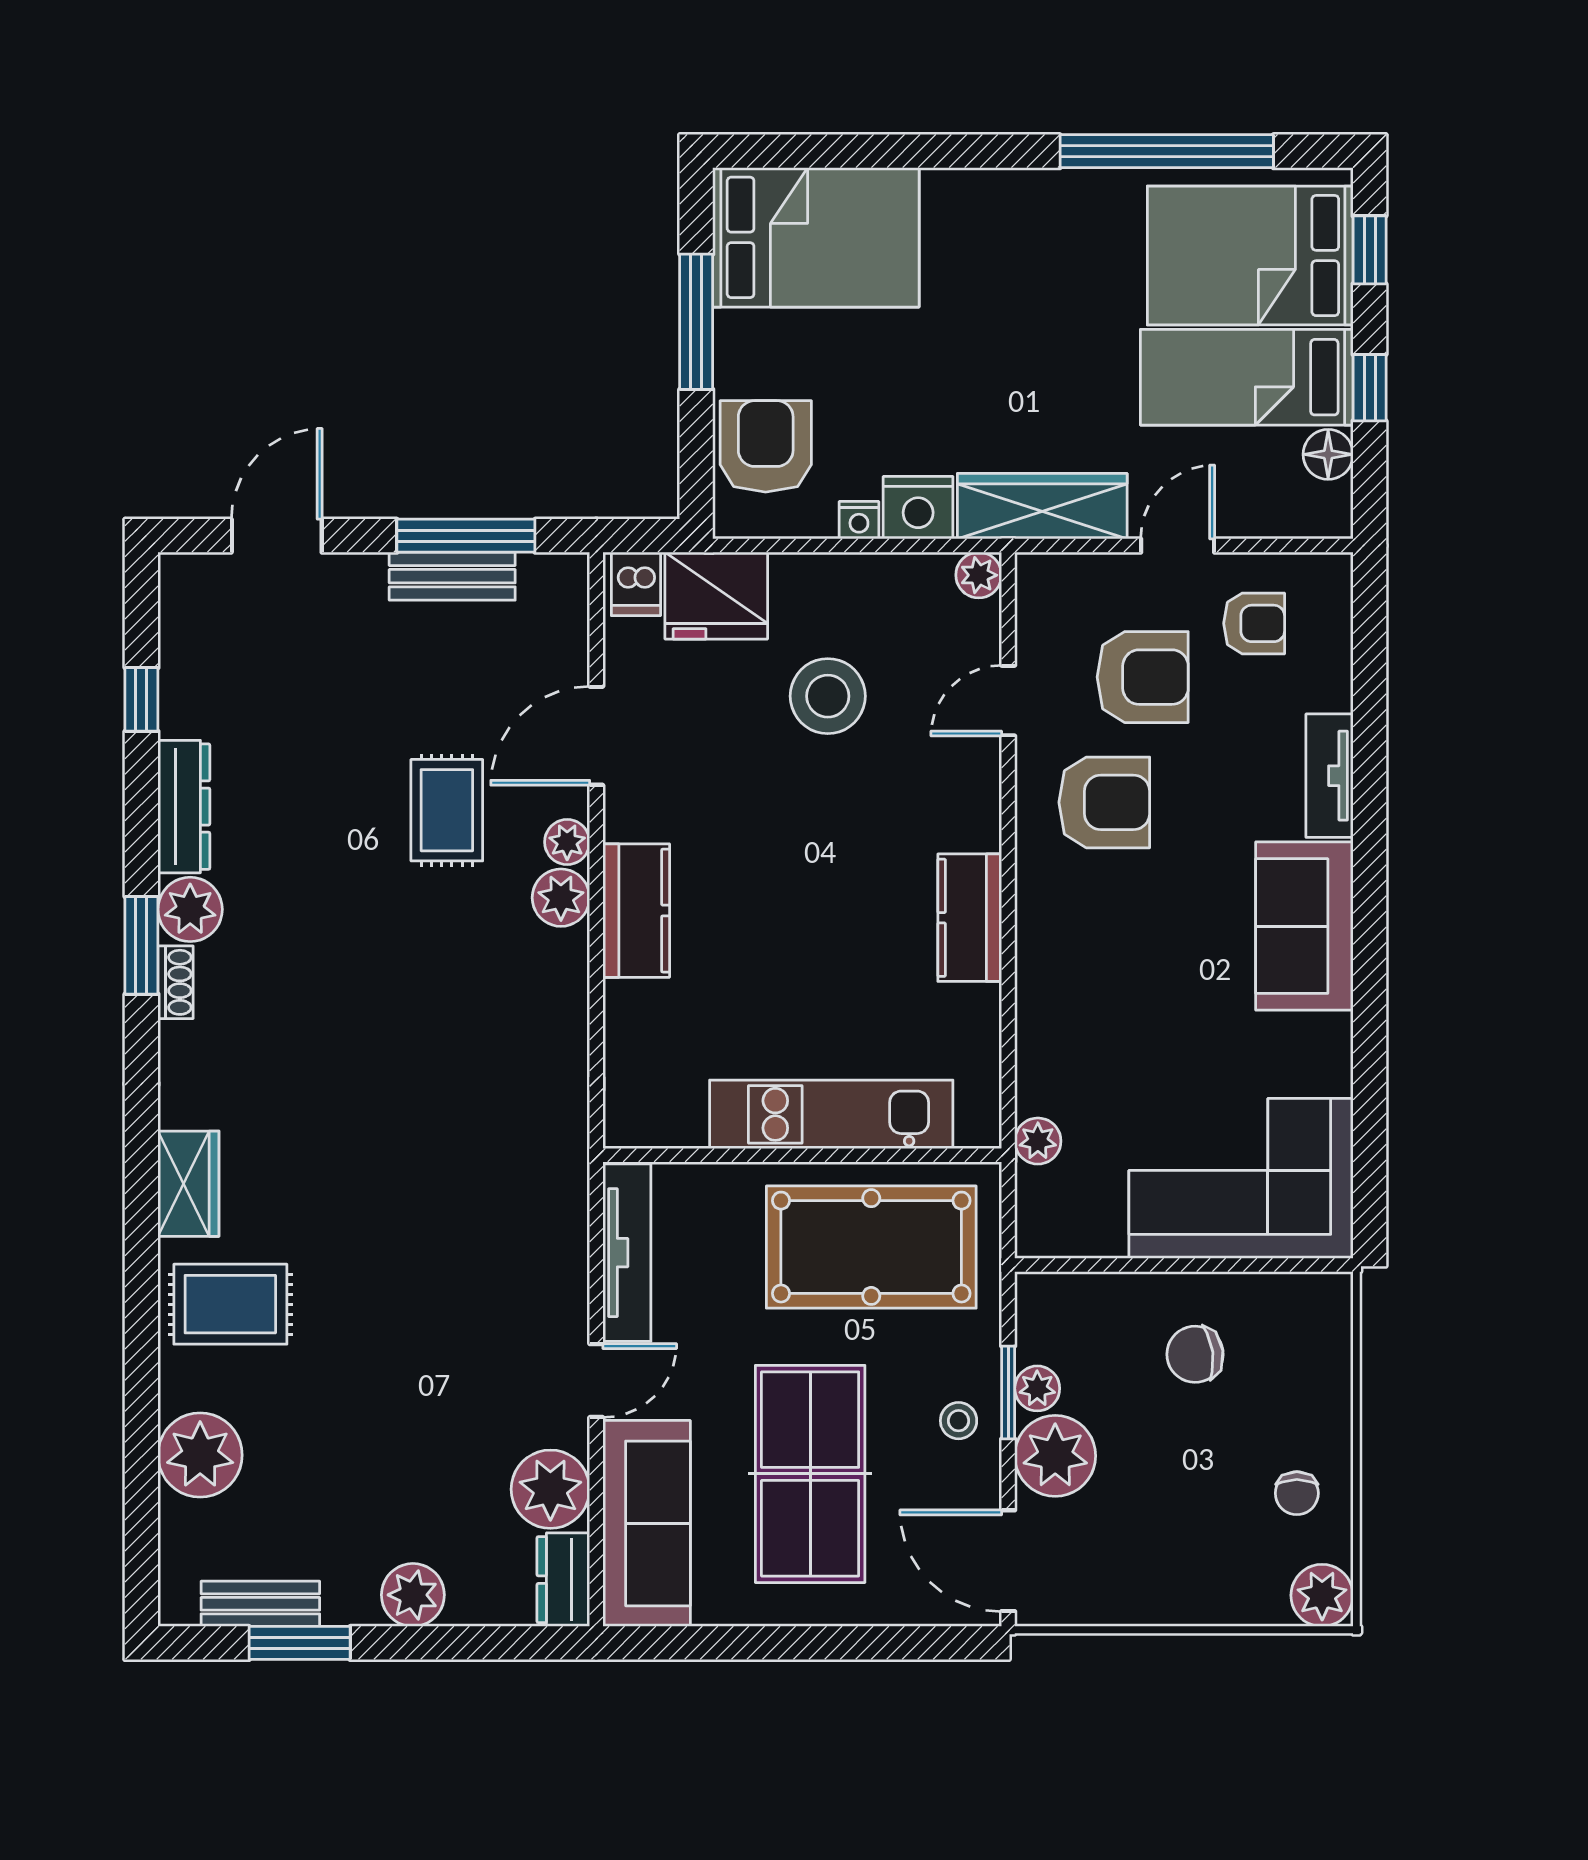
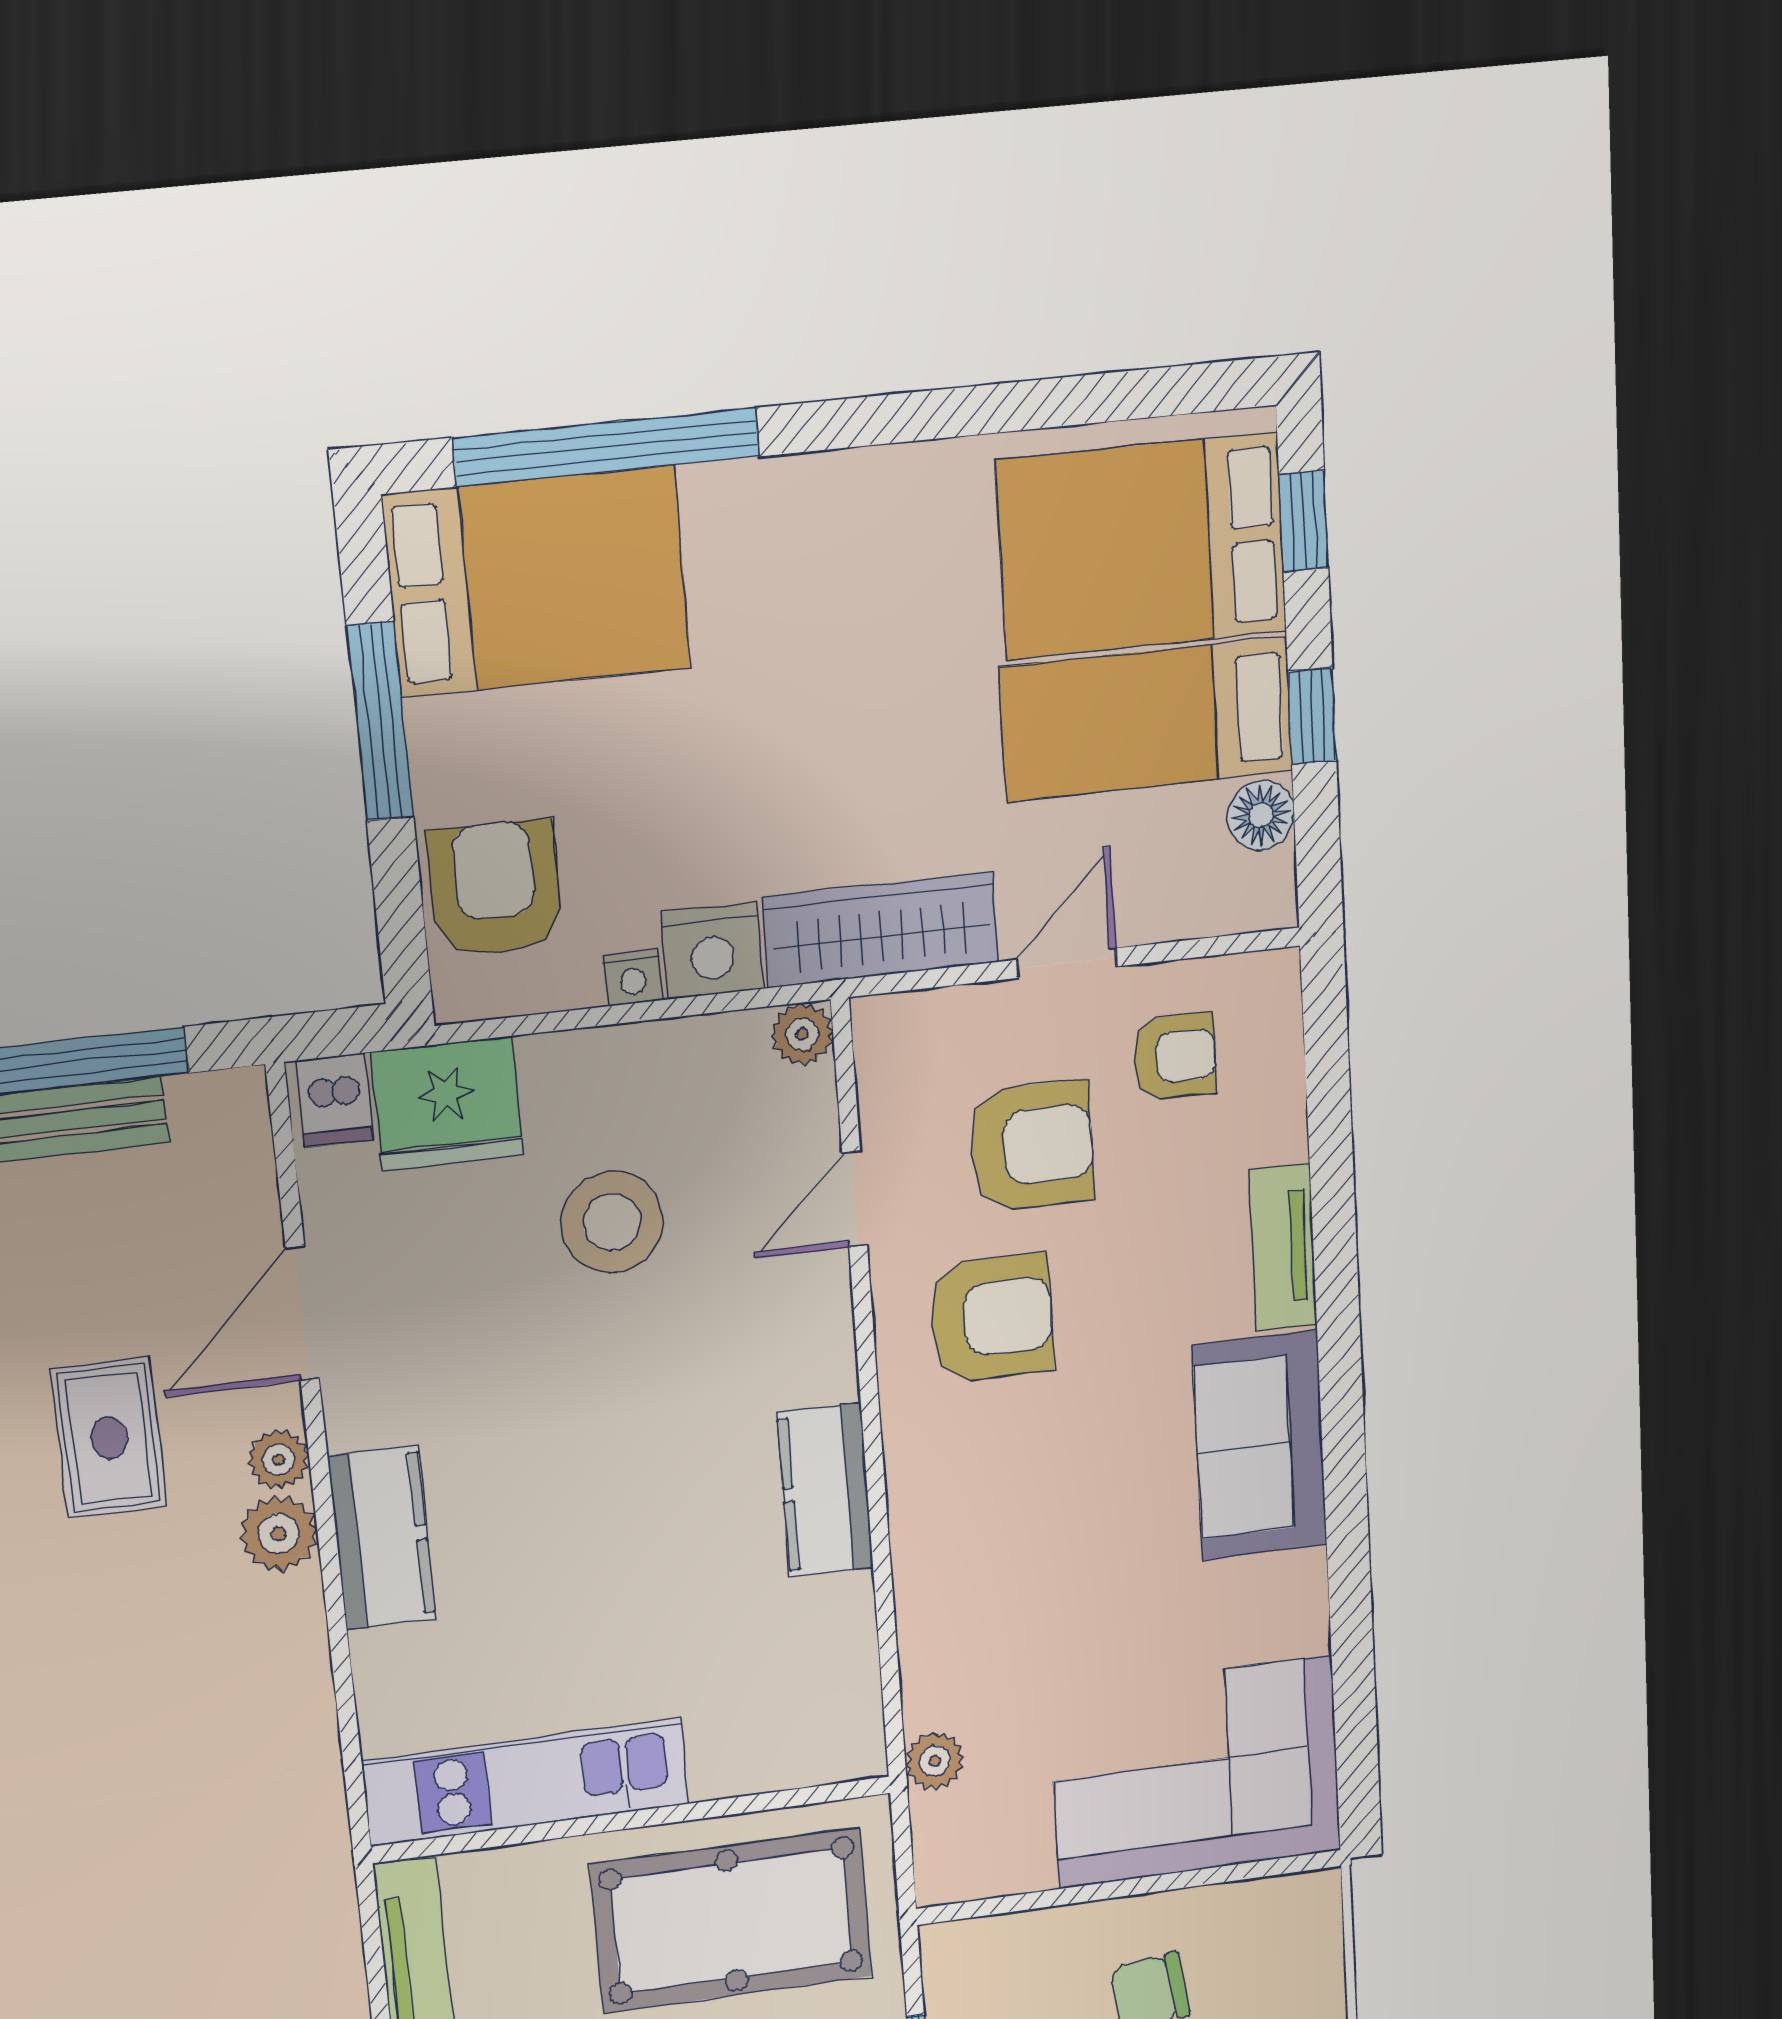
window: (1167, 151) -> (606, 447), moved
kitchen unit: (831, 1114) -> (526, 1782), moved

